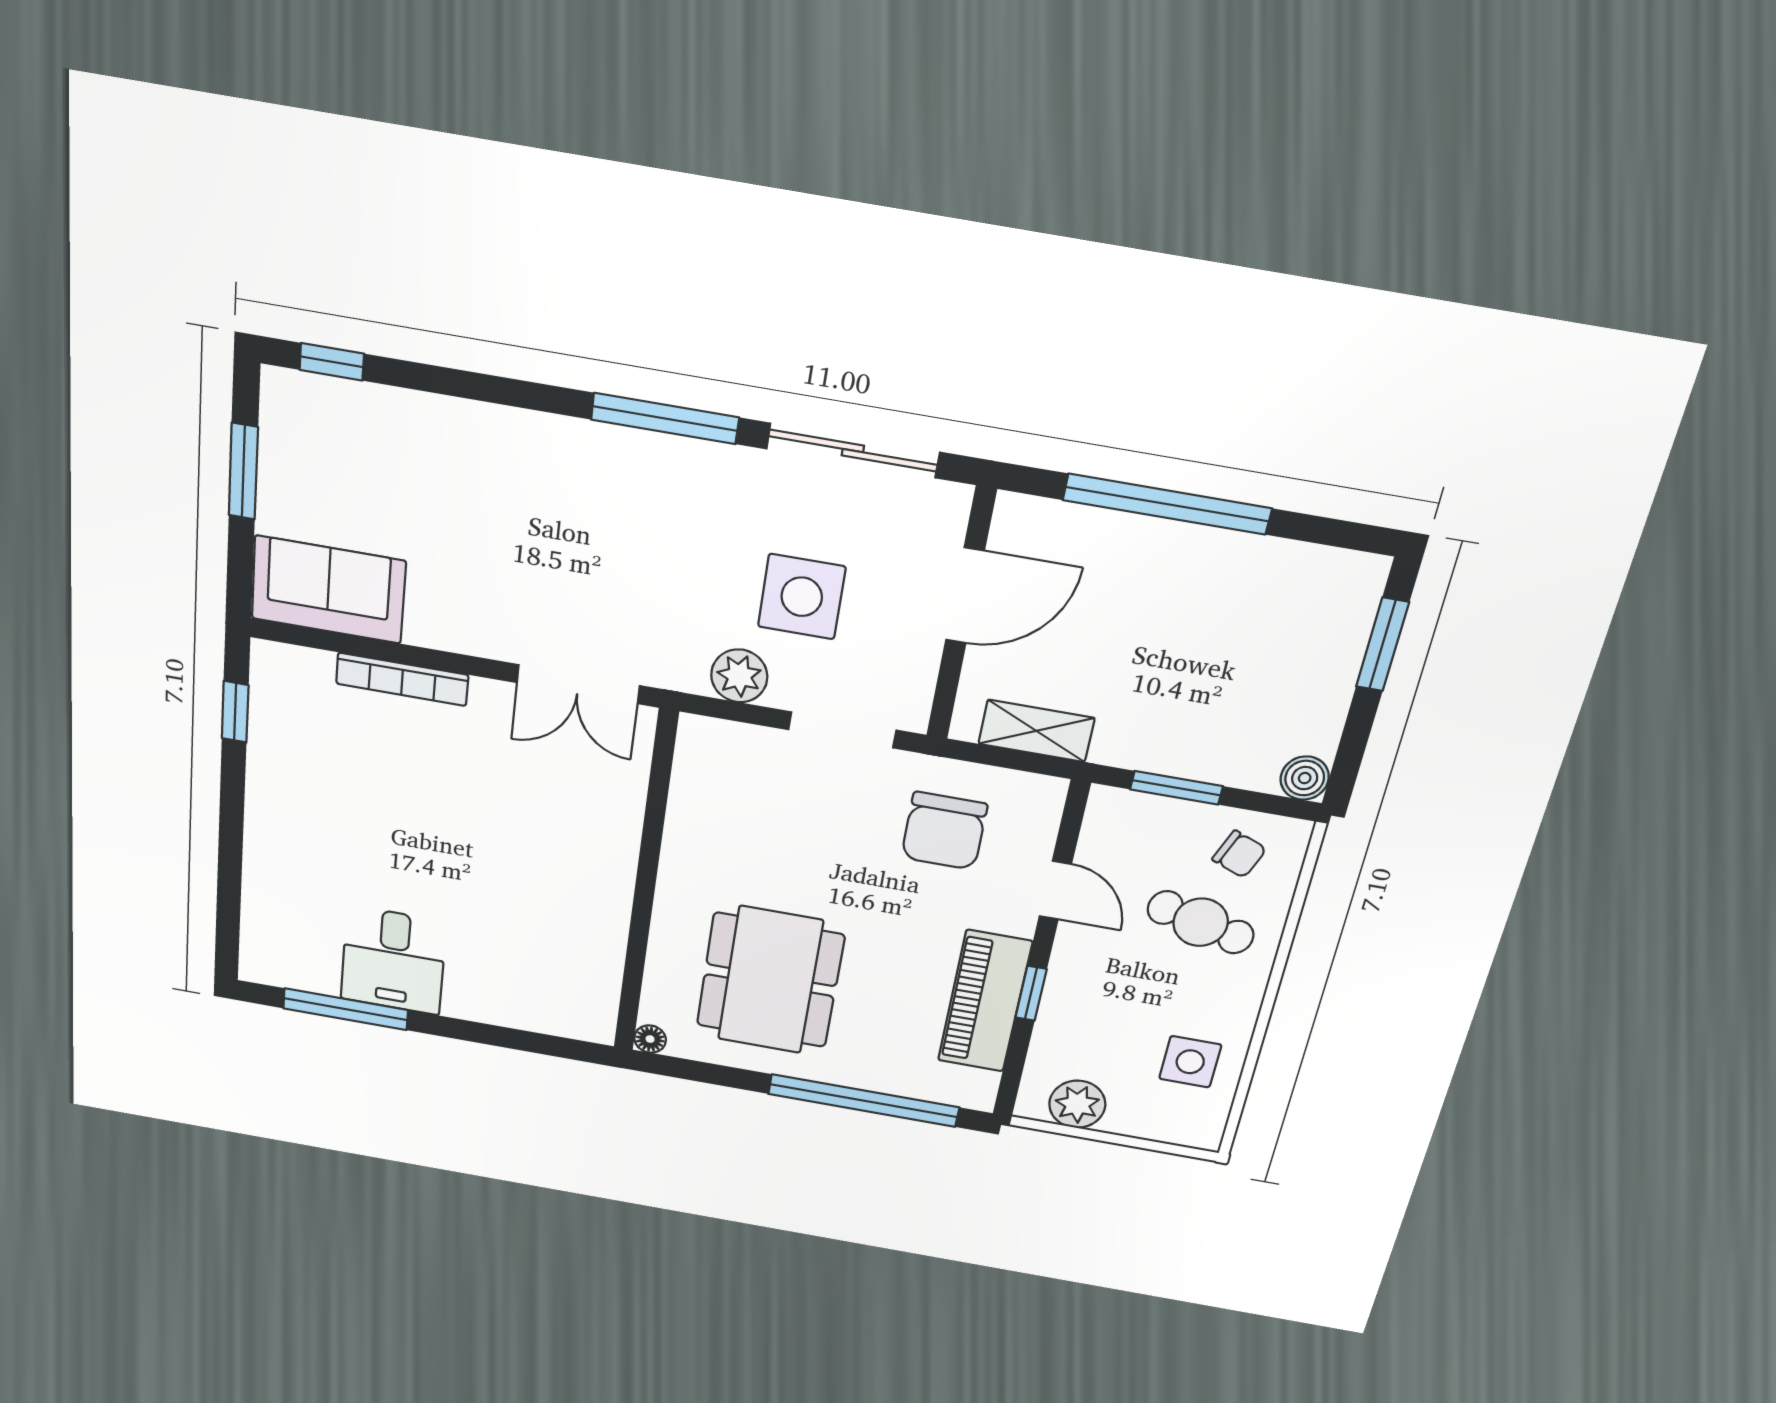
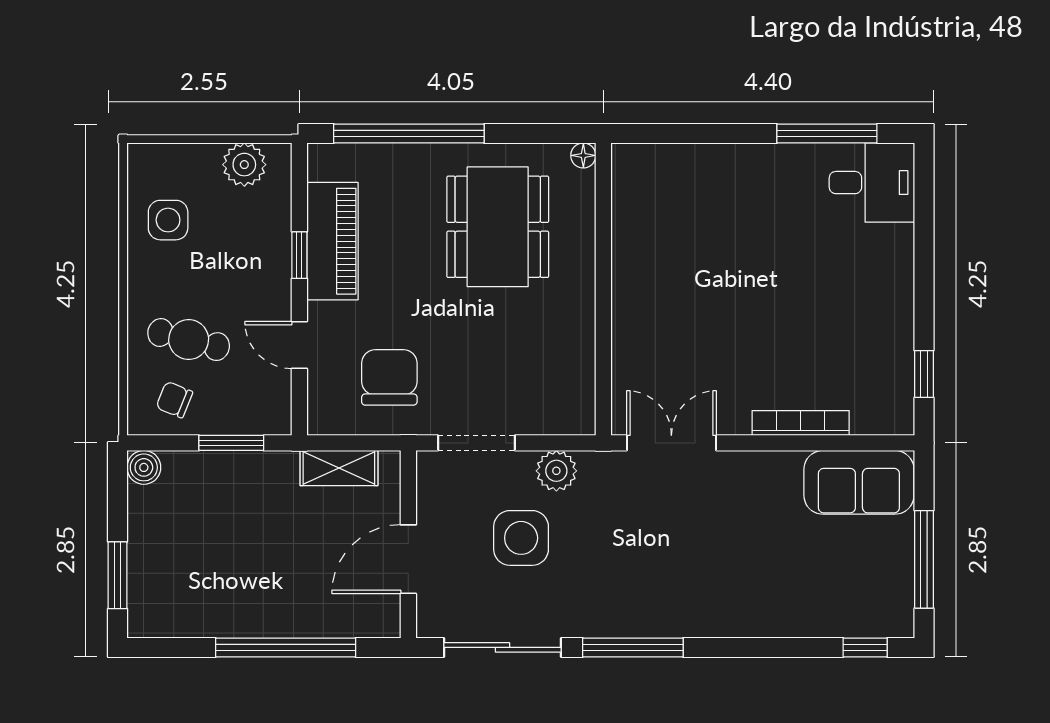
window: (243, 471) -> (924, 559), width x1.44
desk: (393, 960) -> (872, 183), moved, turned 90

